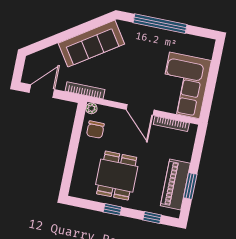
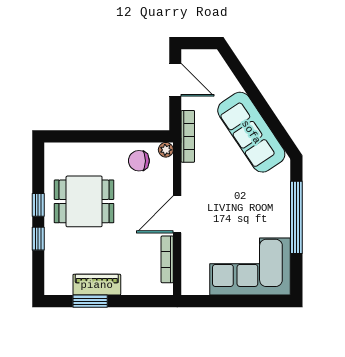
corner sofa: (185, 85) -> (250, 267), moved
piano: (175, 184) -> (97, 285), width x0.73, depth x0.75
window: (152, 218) -> (38, 239), moved

